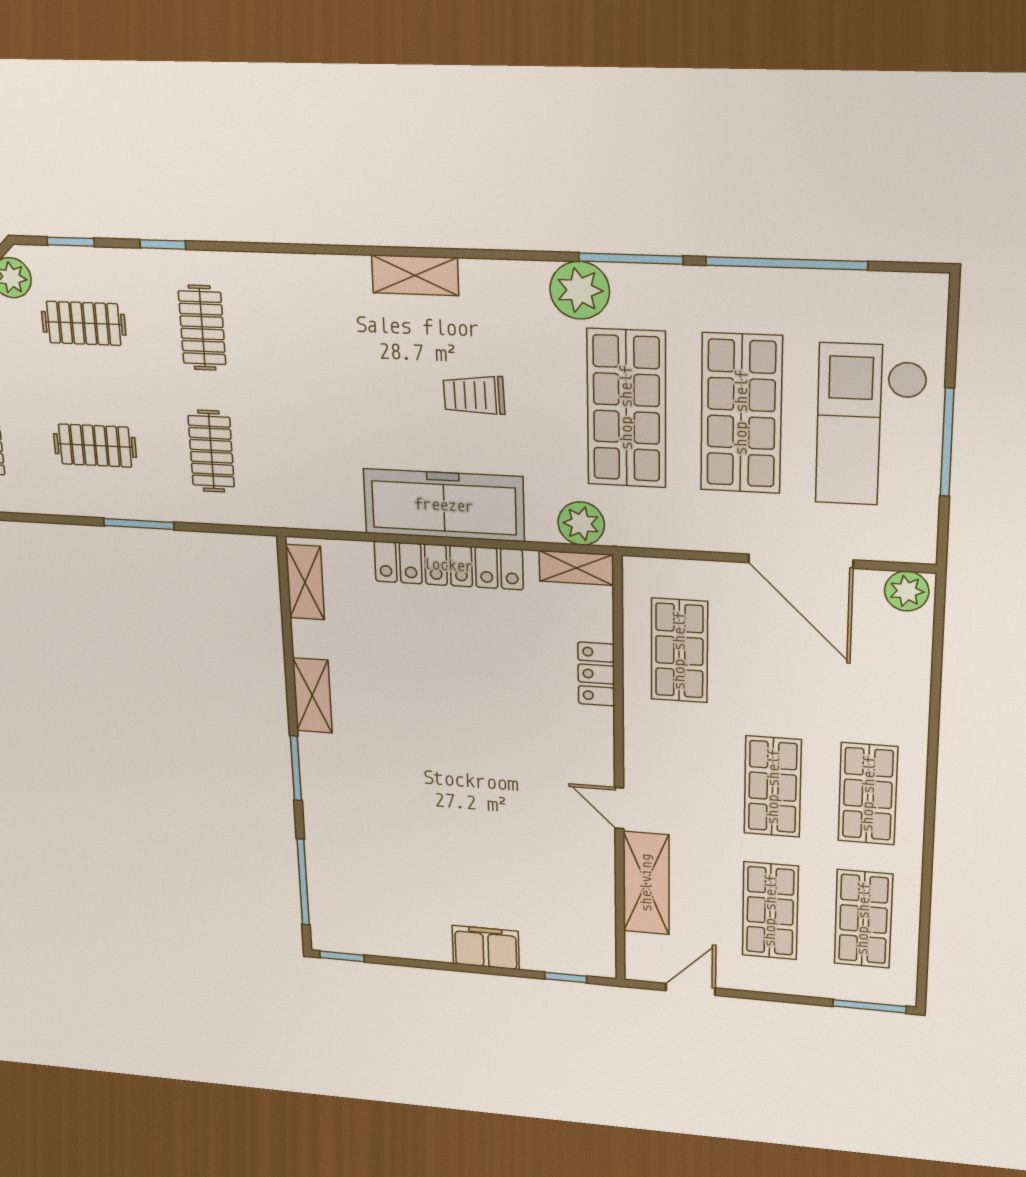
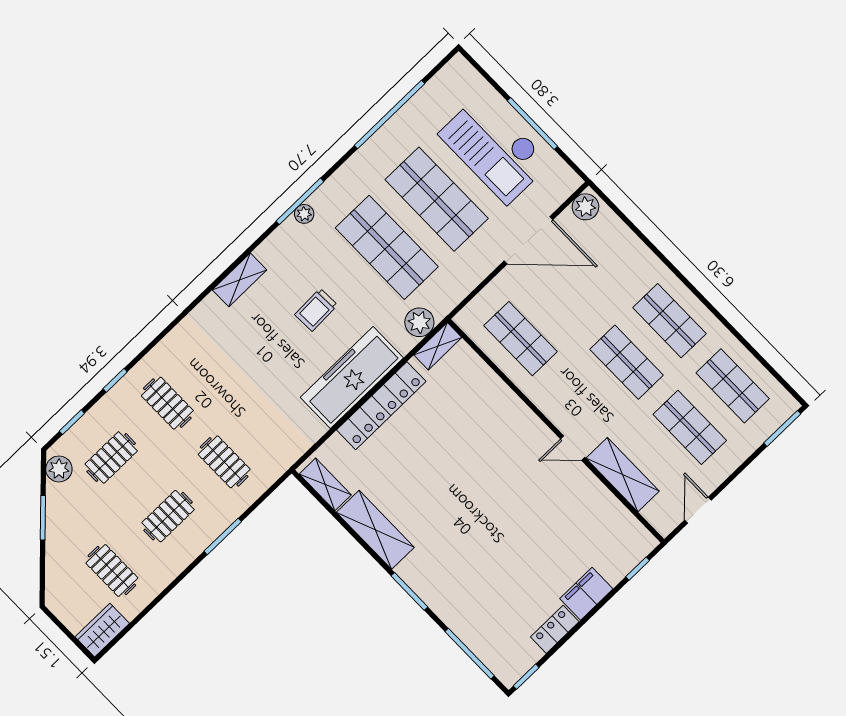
window: (631, 259) -> (300, 201), moved
plant: (580, 290) -> (304, 214), width x0.53, depth x0.53
locker: (596, 674) -> (555, 629), moved, turned 90
shelving: (312, 695) -> (375, 530), width x1.50, depth x1.33

